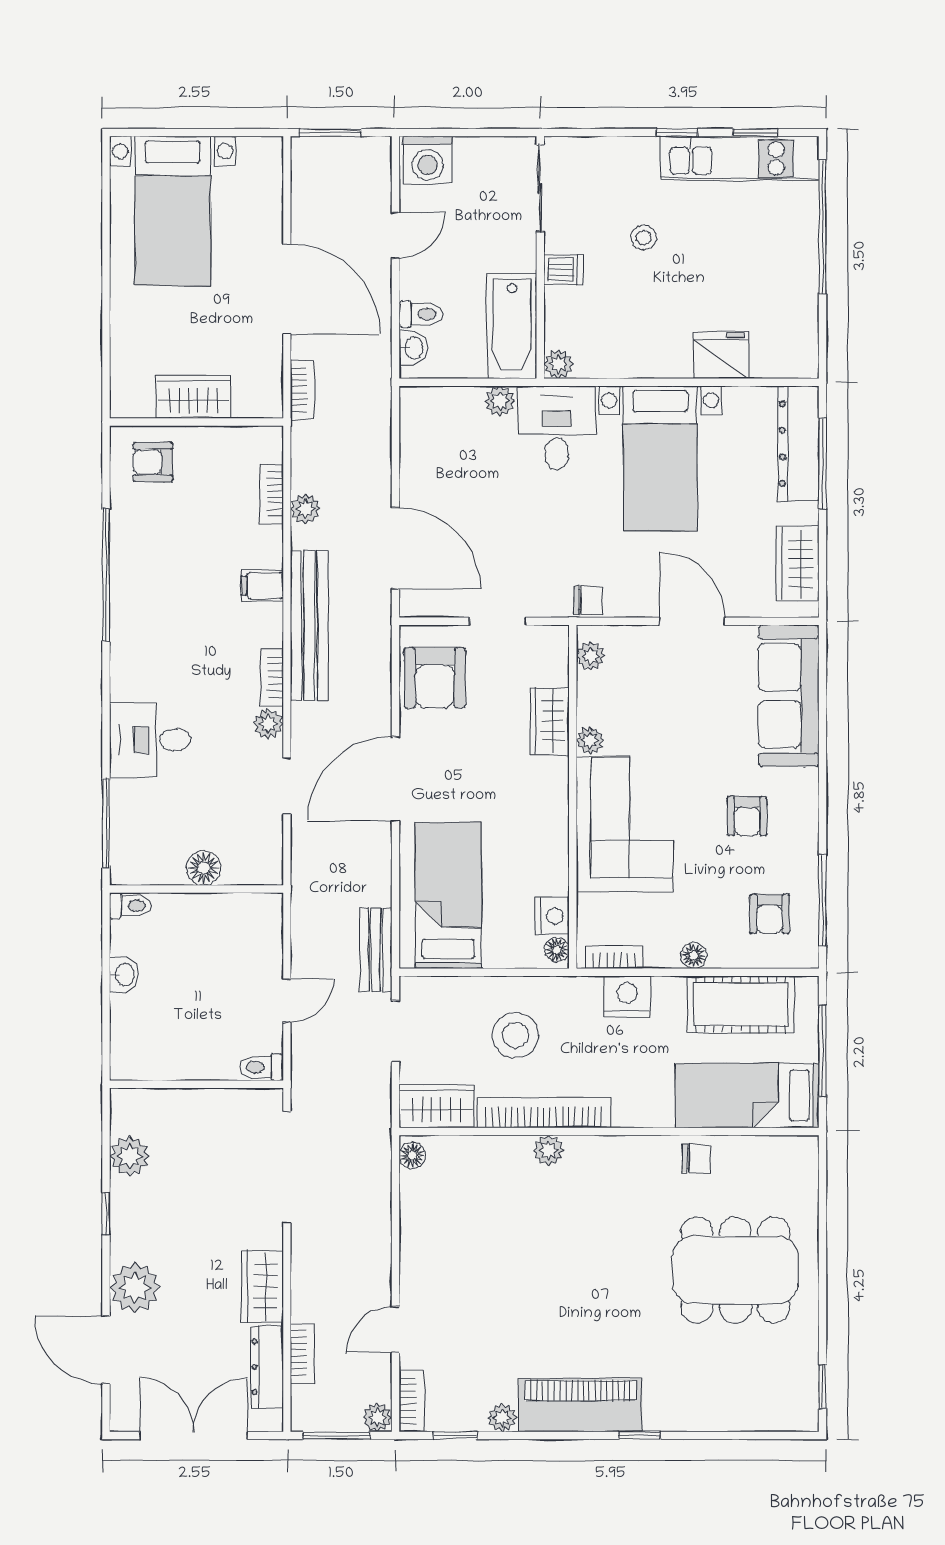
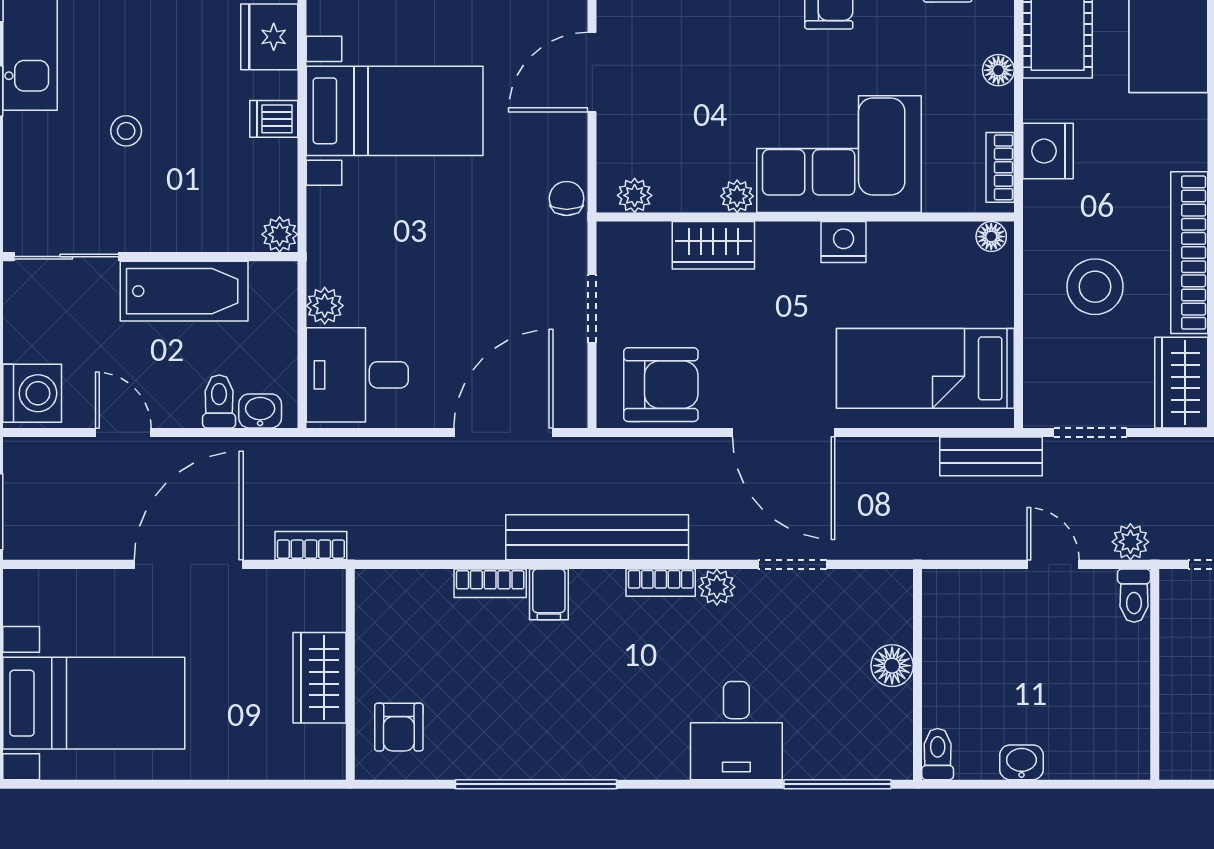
dishwasher: (563, 270) -> (274, 119), moved, turned -90
bathtub: (512, 326) -> (184, 291), moved
desk: (557, 428) -> (357, 375), moved
bookcase: (271, 494) -> (490, 583), moved
plant: (305, 509) -> (1130, 542), moved
nightstand: (552, 916) -> (844, 242), moved

